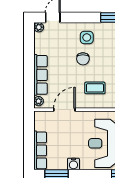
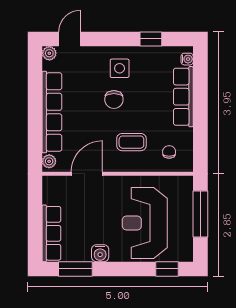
row of seats: (41, 75) -> (52, 112), width x1.36

